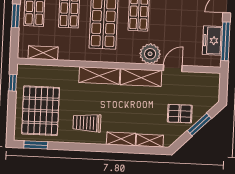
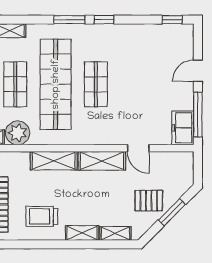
freezer: (213, 41) -> (183, 128), moved
plant: (150, 54) -> (18, 133), moved
door: (173, 68) -> (138, 148), swing flipped

